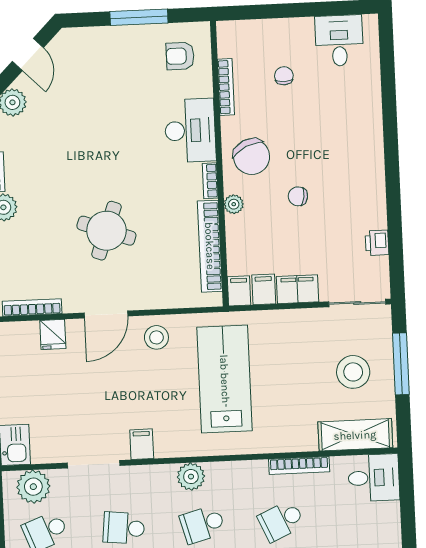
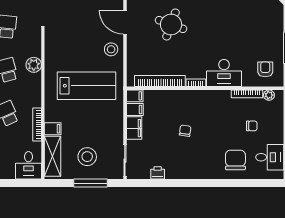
chair: (252, 157) -> (235, 160), moved, turned 115
plant: (234, 204) -> (269, 95), moved
filing cabinet: (142, 444) -> (53, 129), moved

